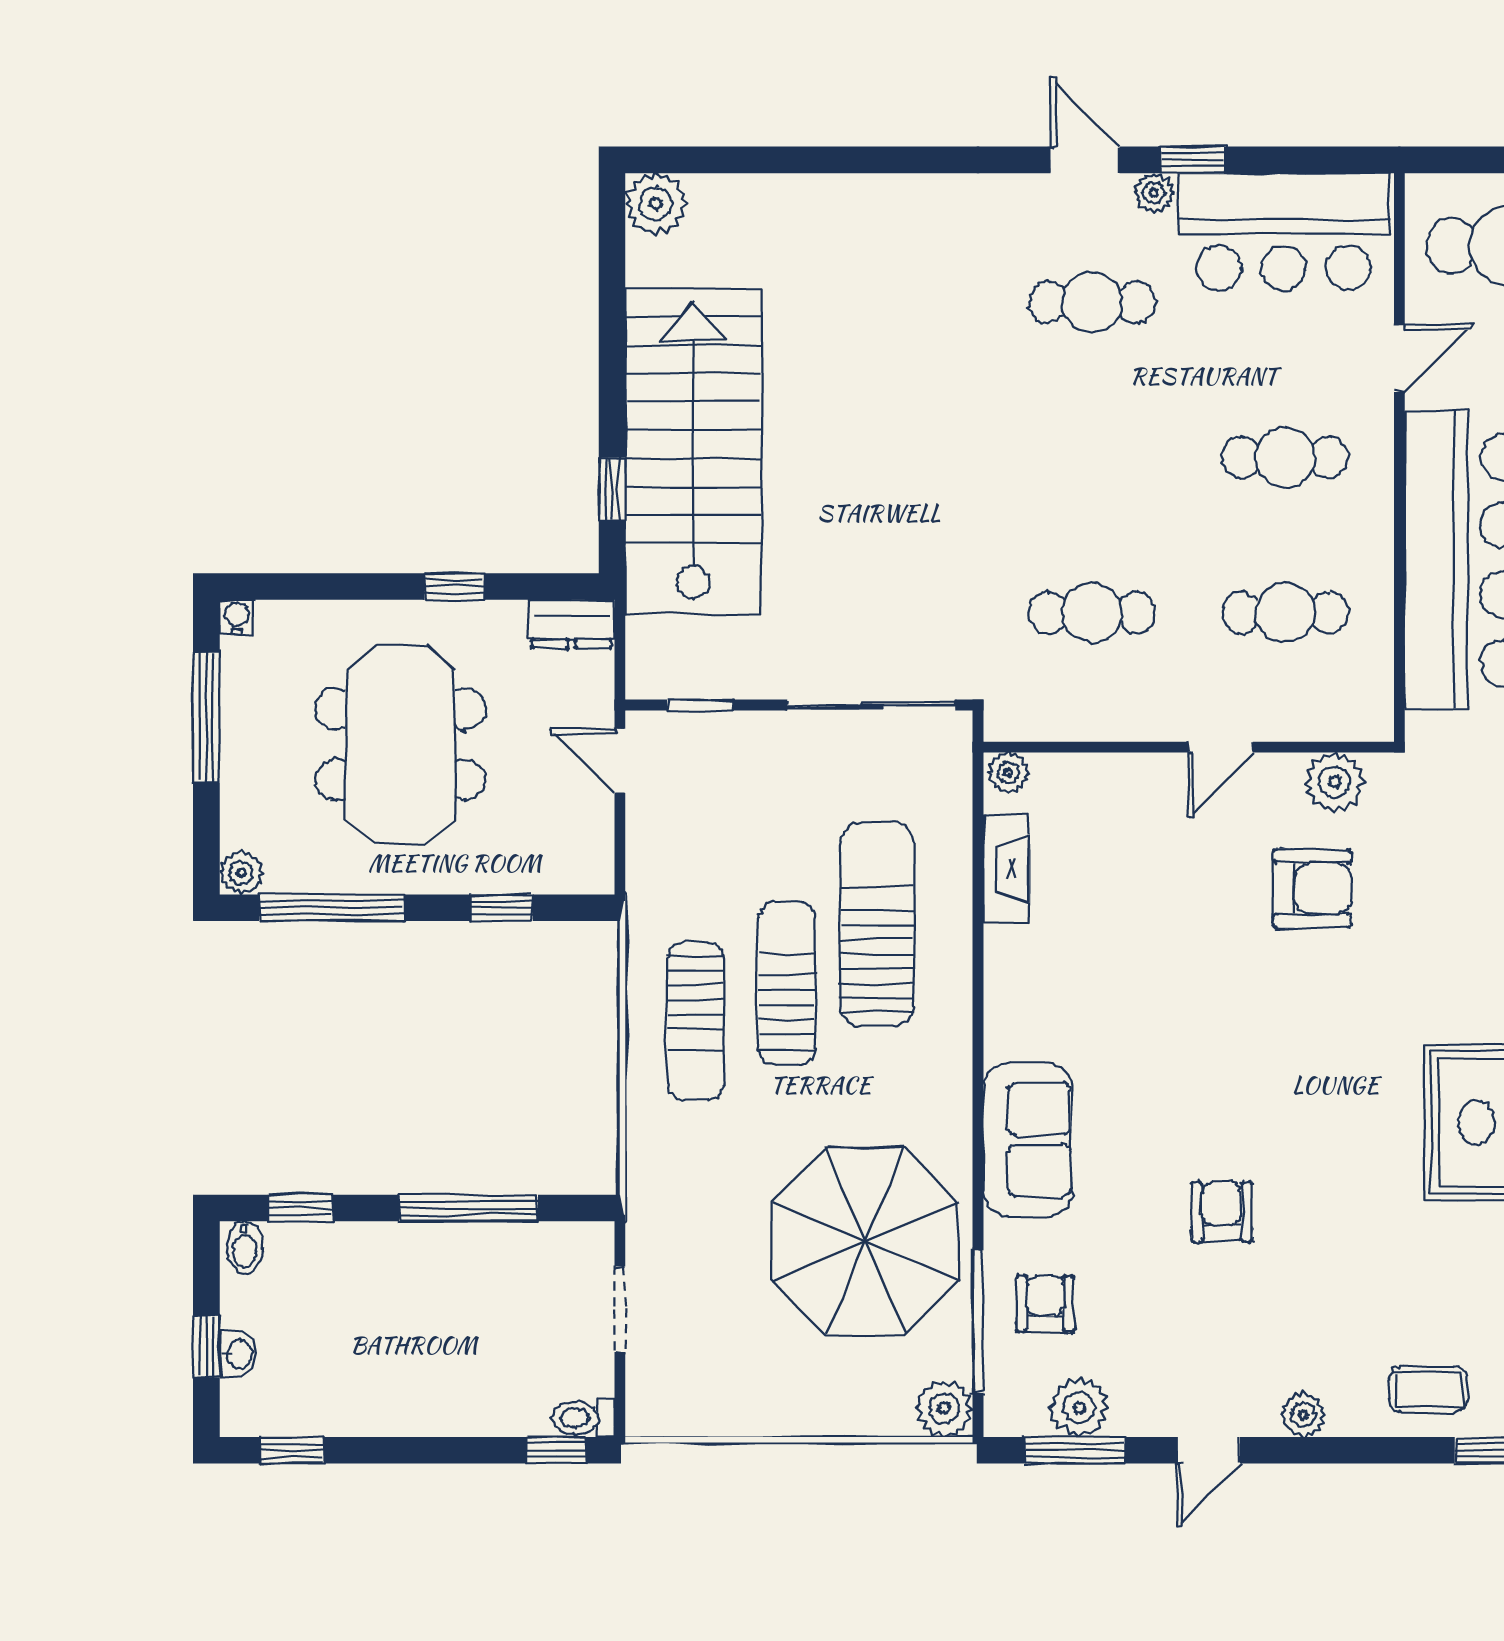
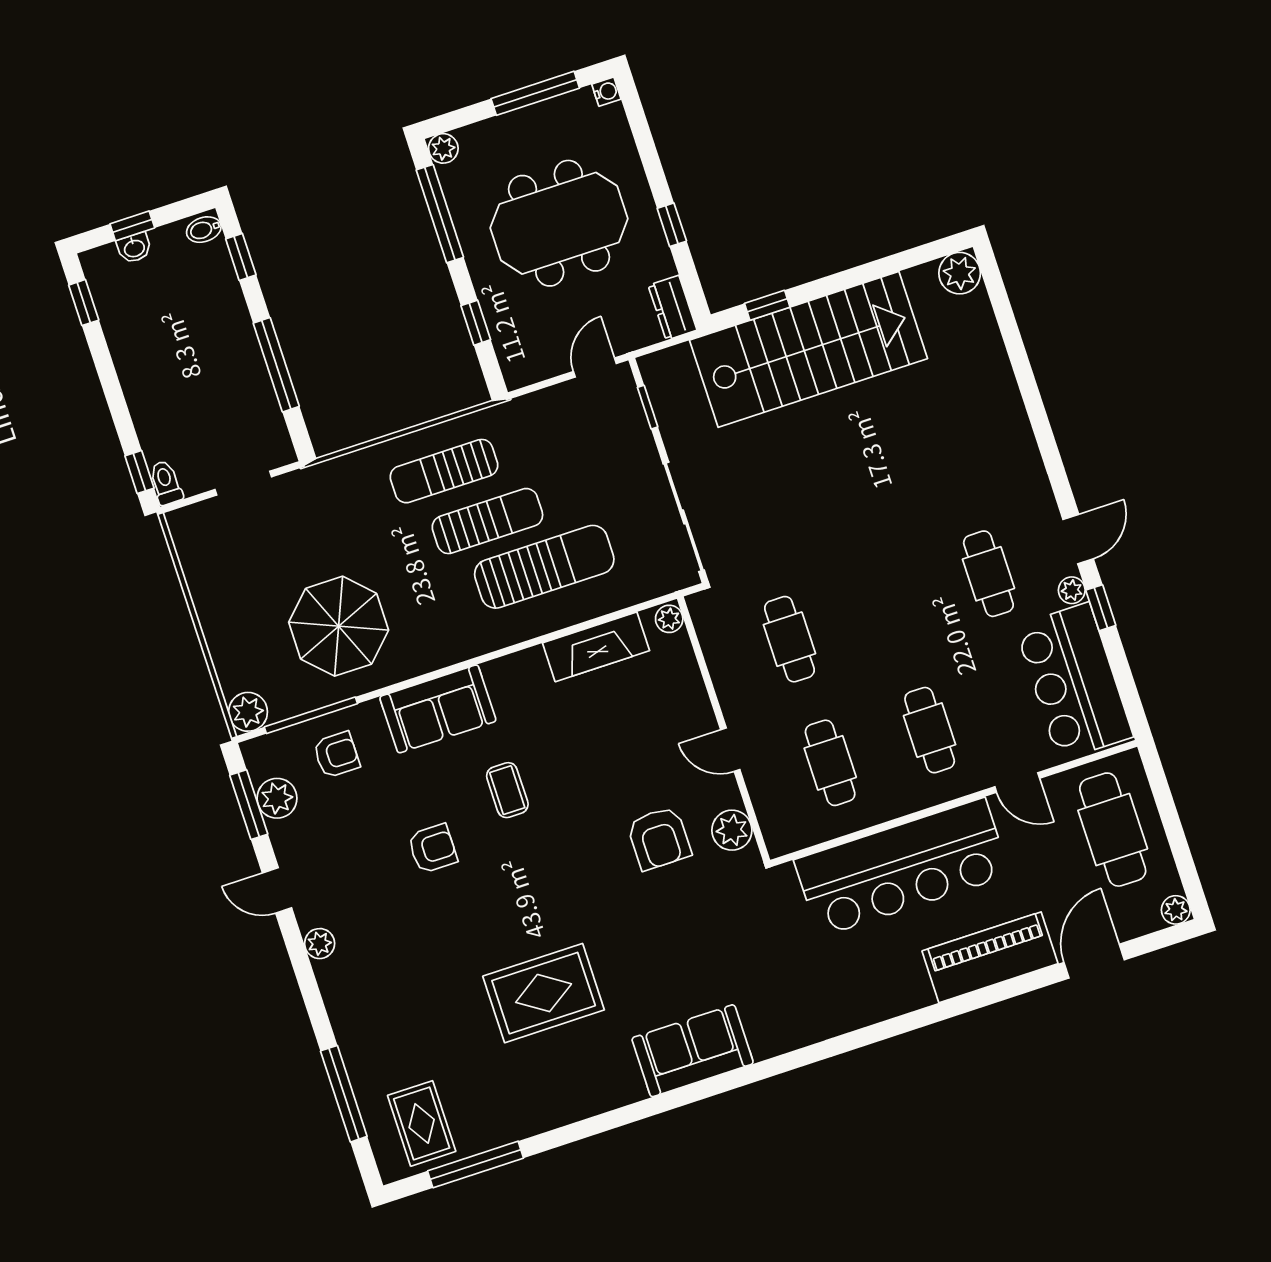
fireplace: (1006, 869) -> (596, 647), width x1.37, depth x1.32
parasol: (865, 1241) -> (339, 626), width x0.73, depth x0.73
coffee table: (1428, 1389) -> (507, 790), moved

